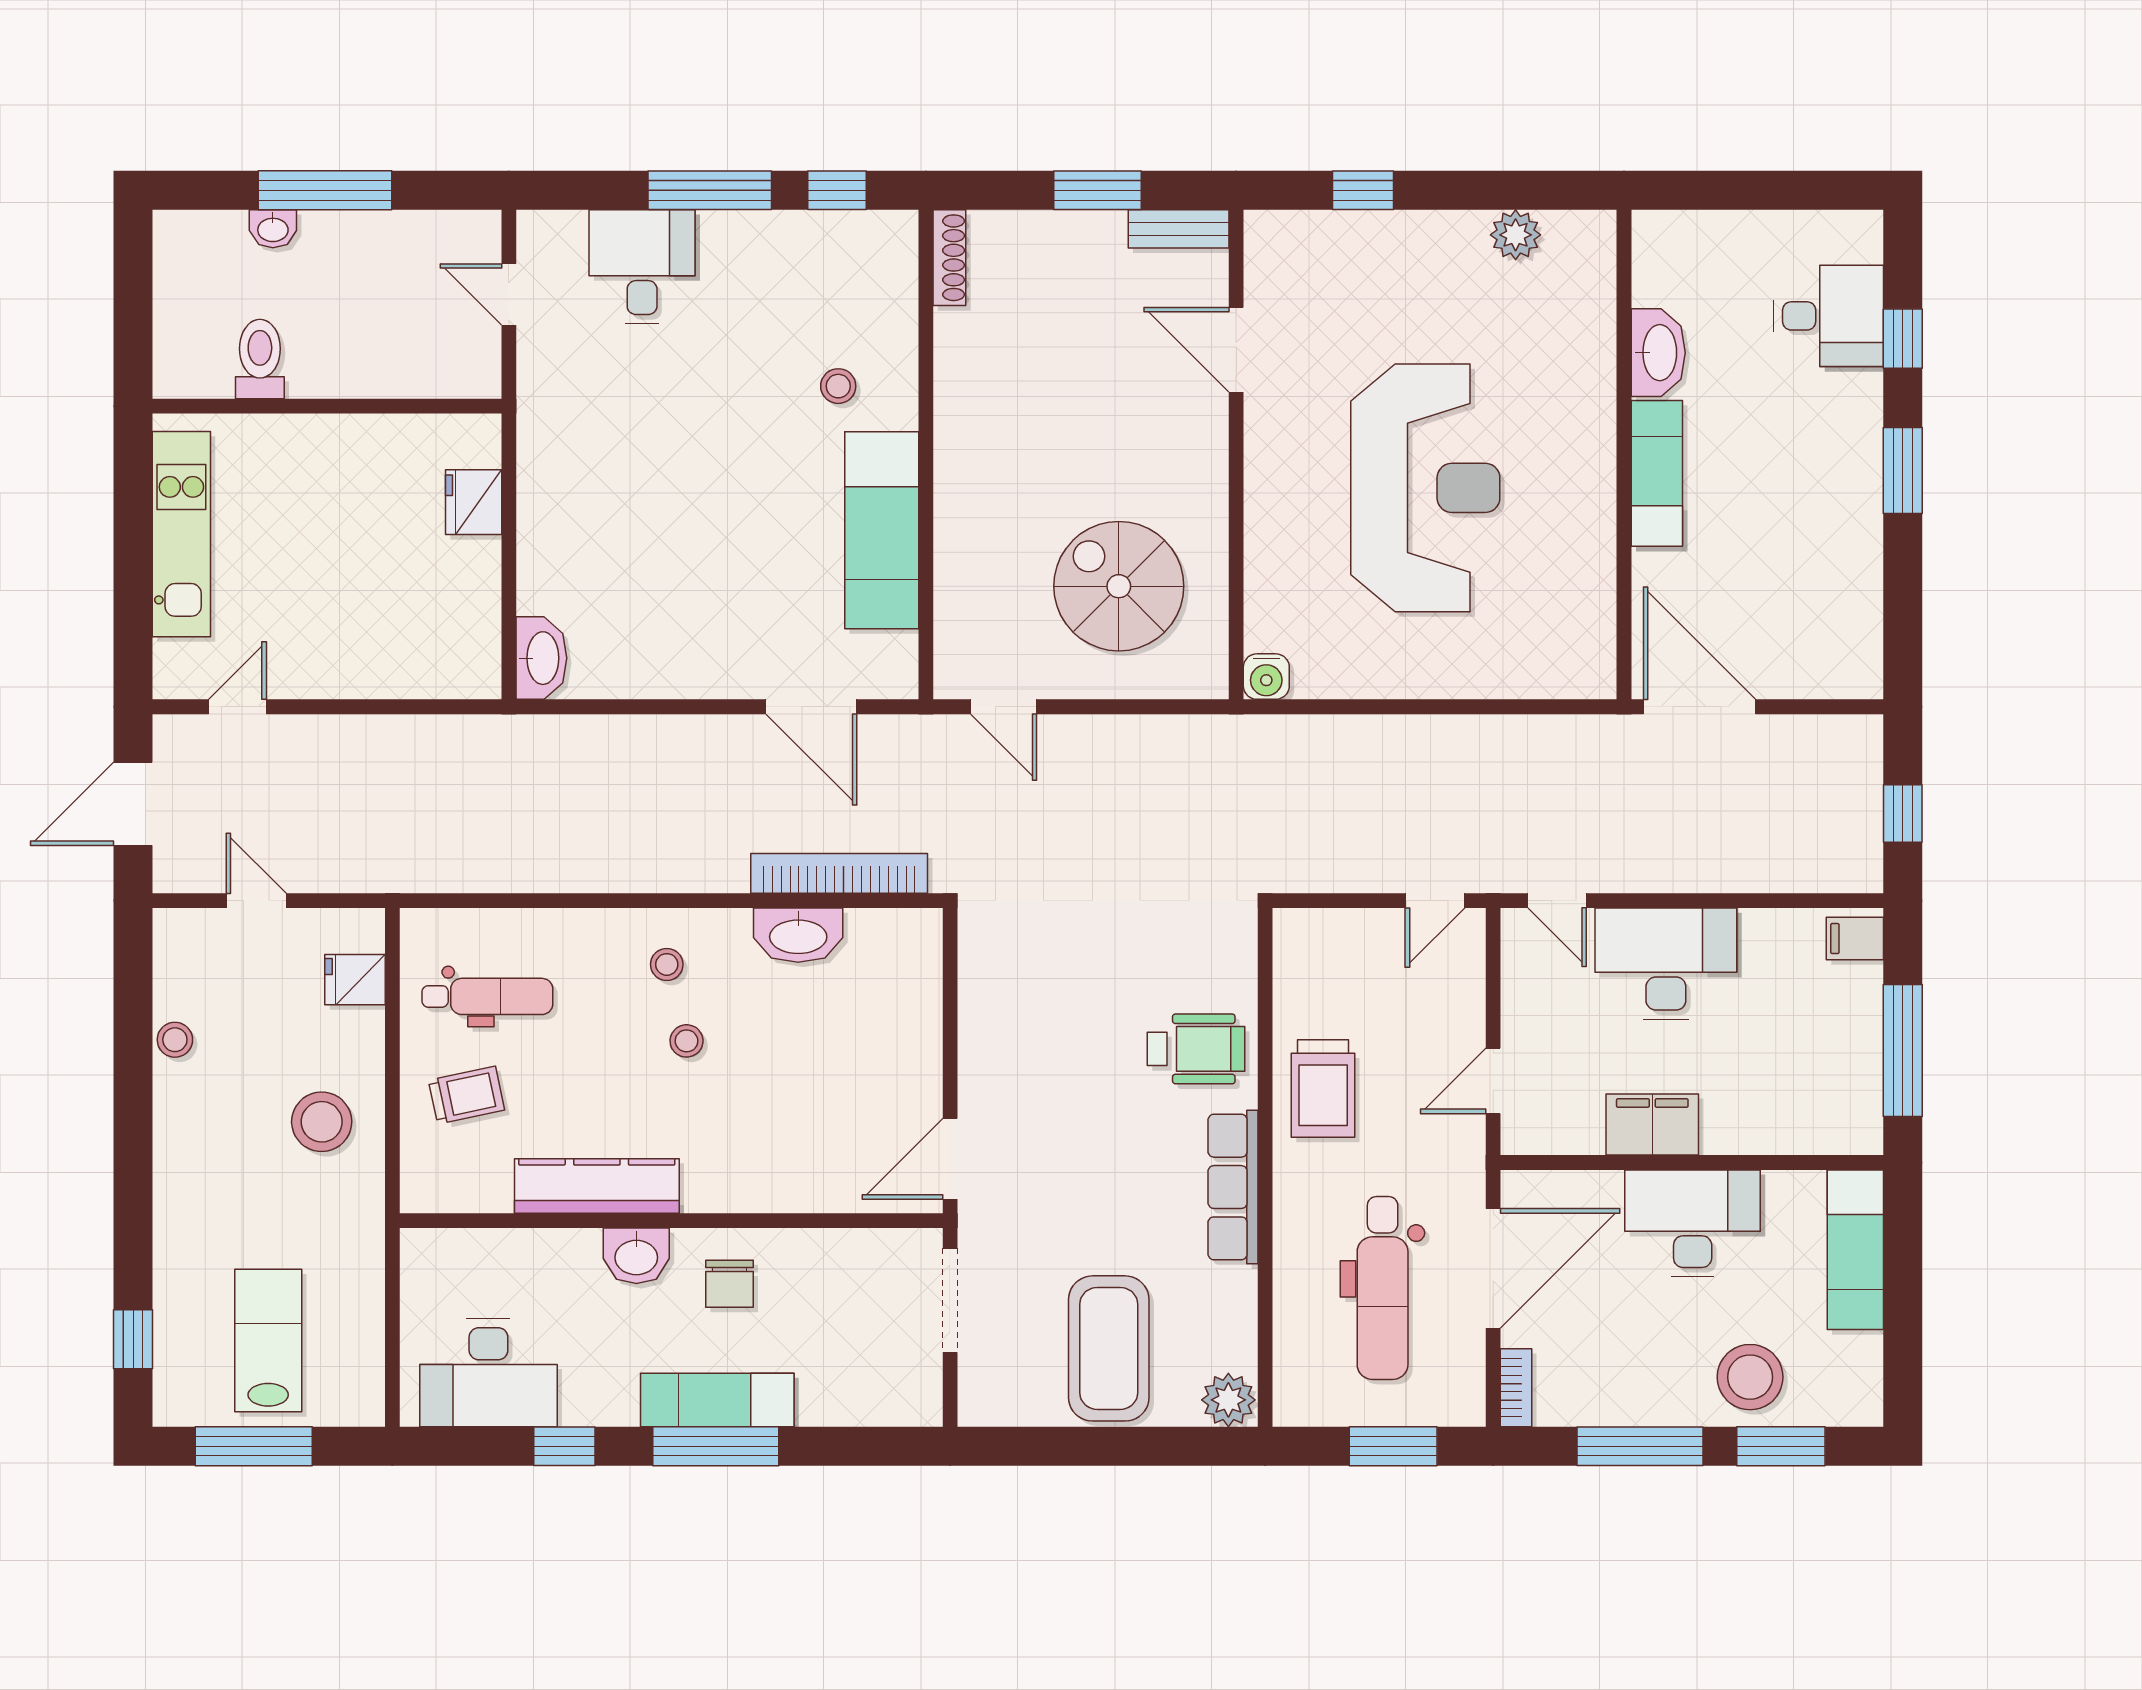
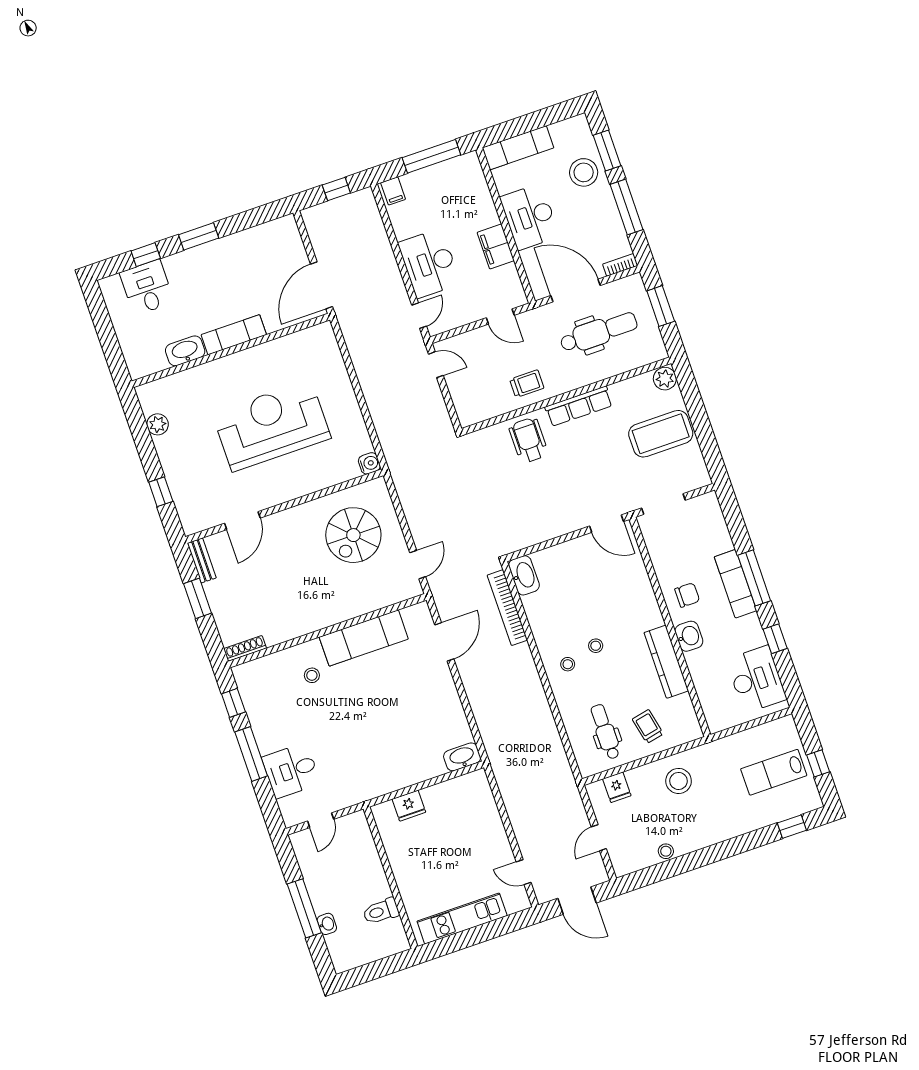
washbasin: (798, 935) -> (524, 575), moved
trolley: (1323, 1088) -> (527, 384), width x0.73, depth x0.72
window: (254, 1446) -> (818, 763), width x0.46

